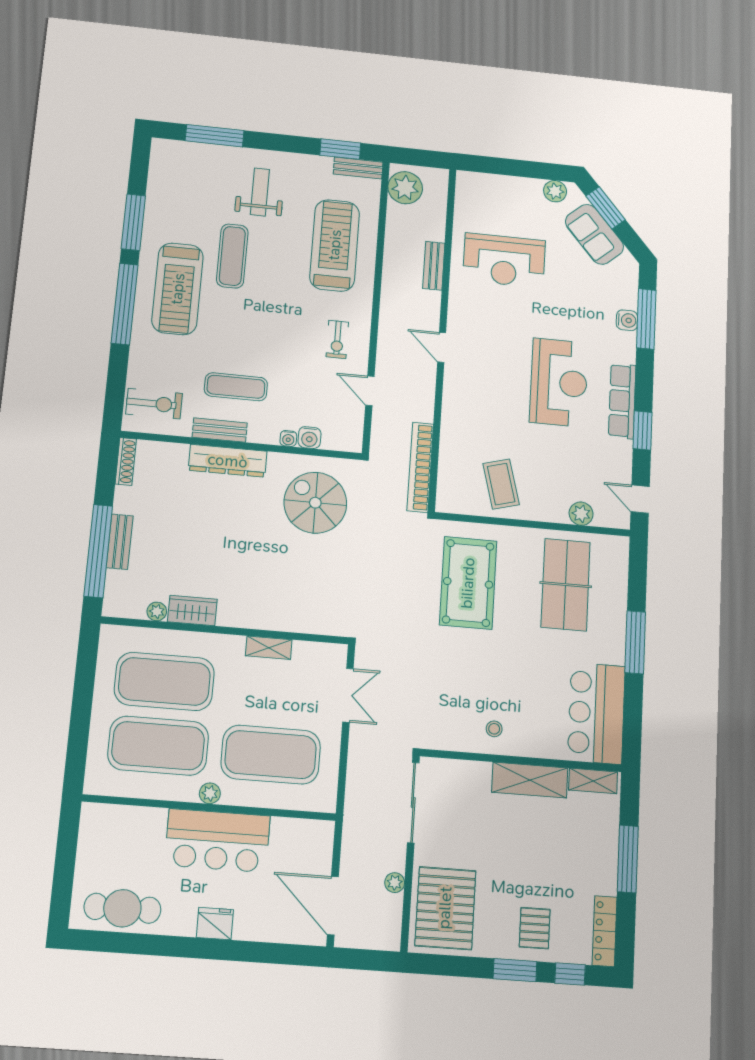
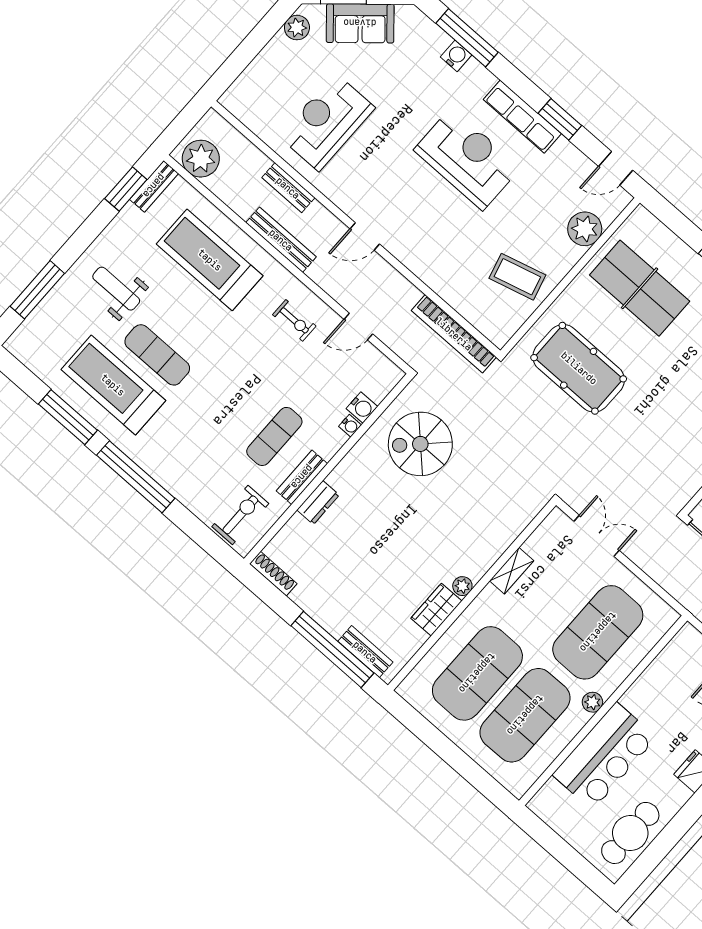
reception desk: (504, 260) -> (327, 122), turned 180
bench: (391, 287) -> (281, 240), added
treadmill: (178, 289) -> (113, 385), moved, turned 180
dresser: (228, 461) -> (318, 502), width x0.51, depth x0.80
plant: (581, 514) -> (585, 229), width x1.36, depth x1.36
bench: (120, 542) -> (365, 652), moved
plant: (157, 611) -> (462, 586), moved
bar counter: (217, 841) -> (605, 756), moved

